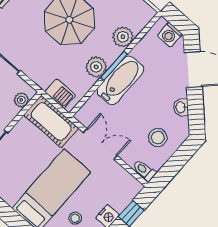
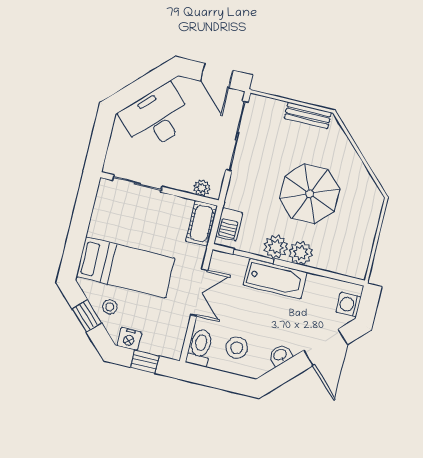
plant: (123, 37) -> (301, 253), moved
window: (114, 66) -> (254, 256), moved
cot: (51, 121) -> (201, 223), width x0.73, depth x0.75
toilet: (144, 170) -> (200, 347), width x1.37, depth x1.39

